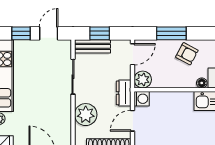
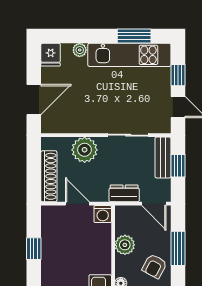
plant: (143, 80) -> (125, 245), moved
dresser: (124, 93) -> (124, 193), moved

